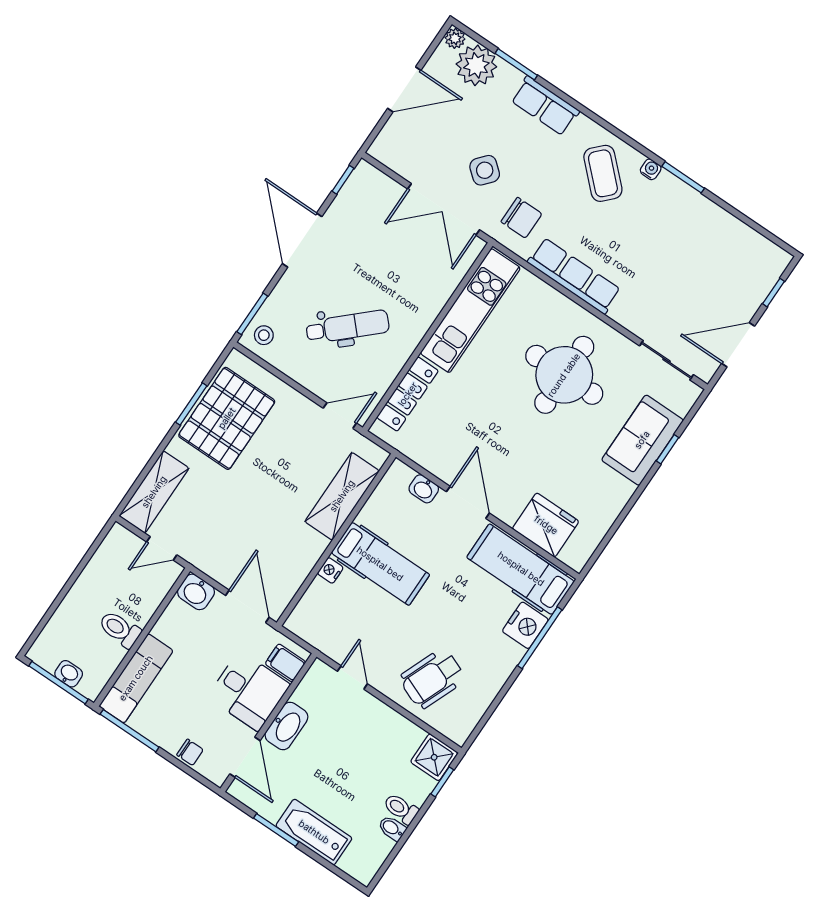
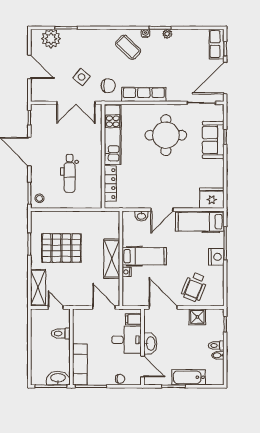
plant: (455, 38) -> (167, 34), moved
door: (404, 89) -> (29, 67), hinge flipped
row of seats: (545, 106) -> (217, 44), moved, turned 90
dental chair: (348, 327) -> (70, 173), turned 133
door: (738, 345) -> (225, 78), width x1.36
door: (340, 416) -> (90, 210), removed
pallet: (227, 418) -> (61, 248), moved, turned 90
shelving: (342, 496) -> (112, 259), moved
door: (468, 502) -> (162, 210), swing flipped
fridge: (546, 525) -> (212, 198), moved
door: (162, 548) -> (56, 307), swing flipped
washbasin: (196, 592) -> (80, 315), removed
nightstand: (525, 625) -> (216, 257), moved
toilet: (120, 629) -> (61, 334), moved
washbasin: (69, 674) -> (58, 378), width x1.91, depth x1.45
door: (352, 678) -> (163, 307), width x1.88
shower: (434, 757) -> (197, 317), moved

